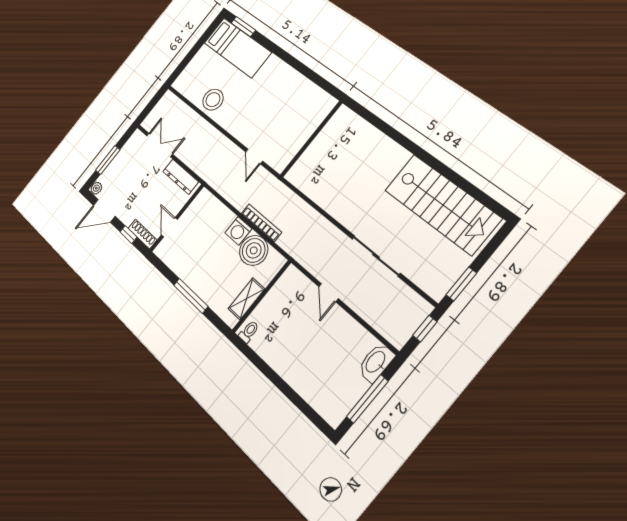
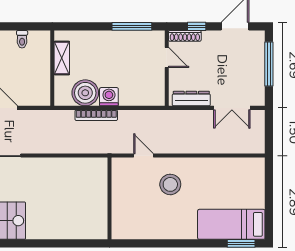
stool: (213, 100) -> (170, 184), moved
window: (108, 160) -> (269, 64), width x1.44
plant: (96, 188) -> (259, 37), removed
window: (191, 296) -> (132, 26), moved
toilet: (249, 332) -> (22, 39), moved

